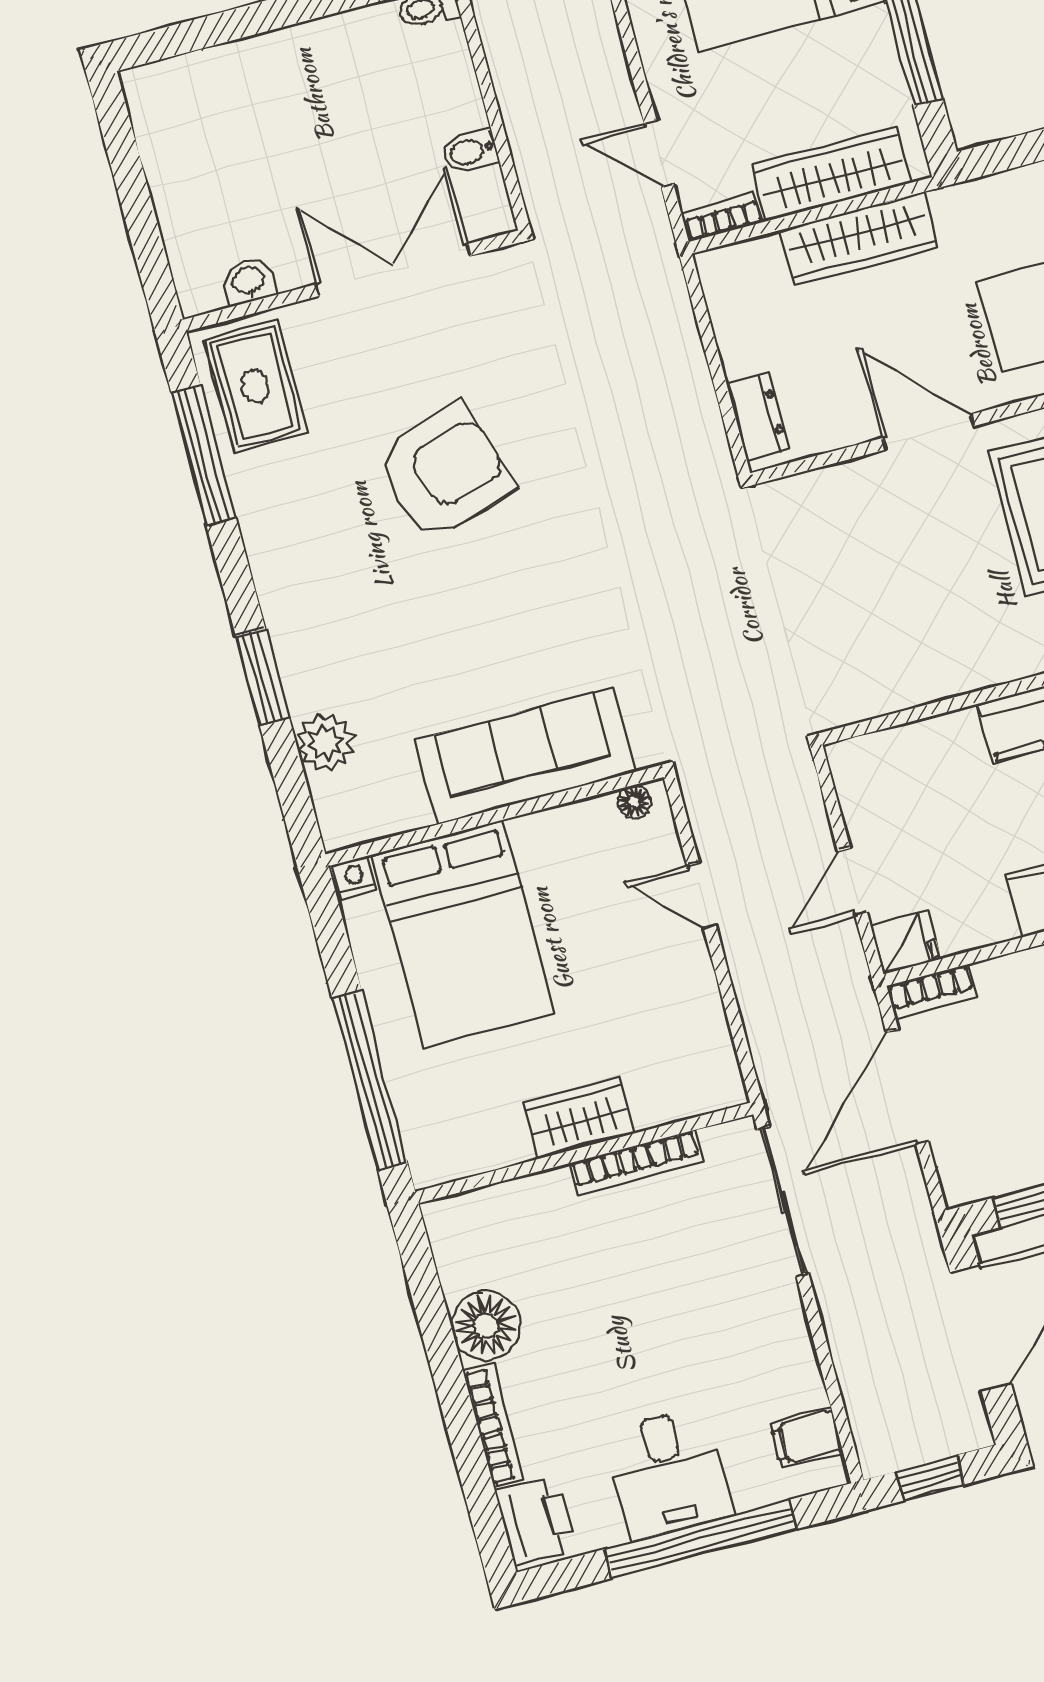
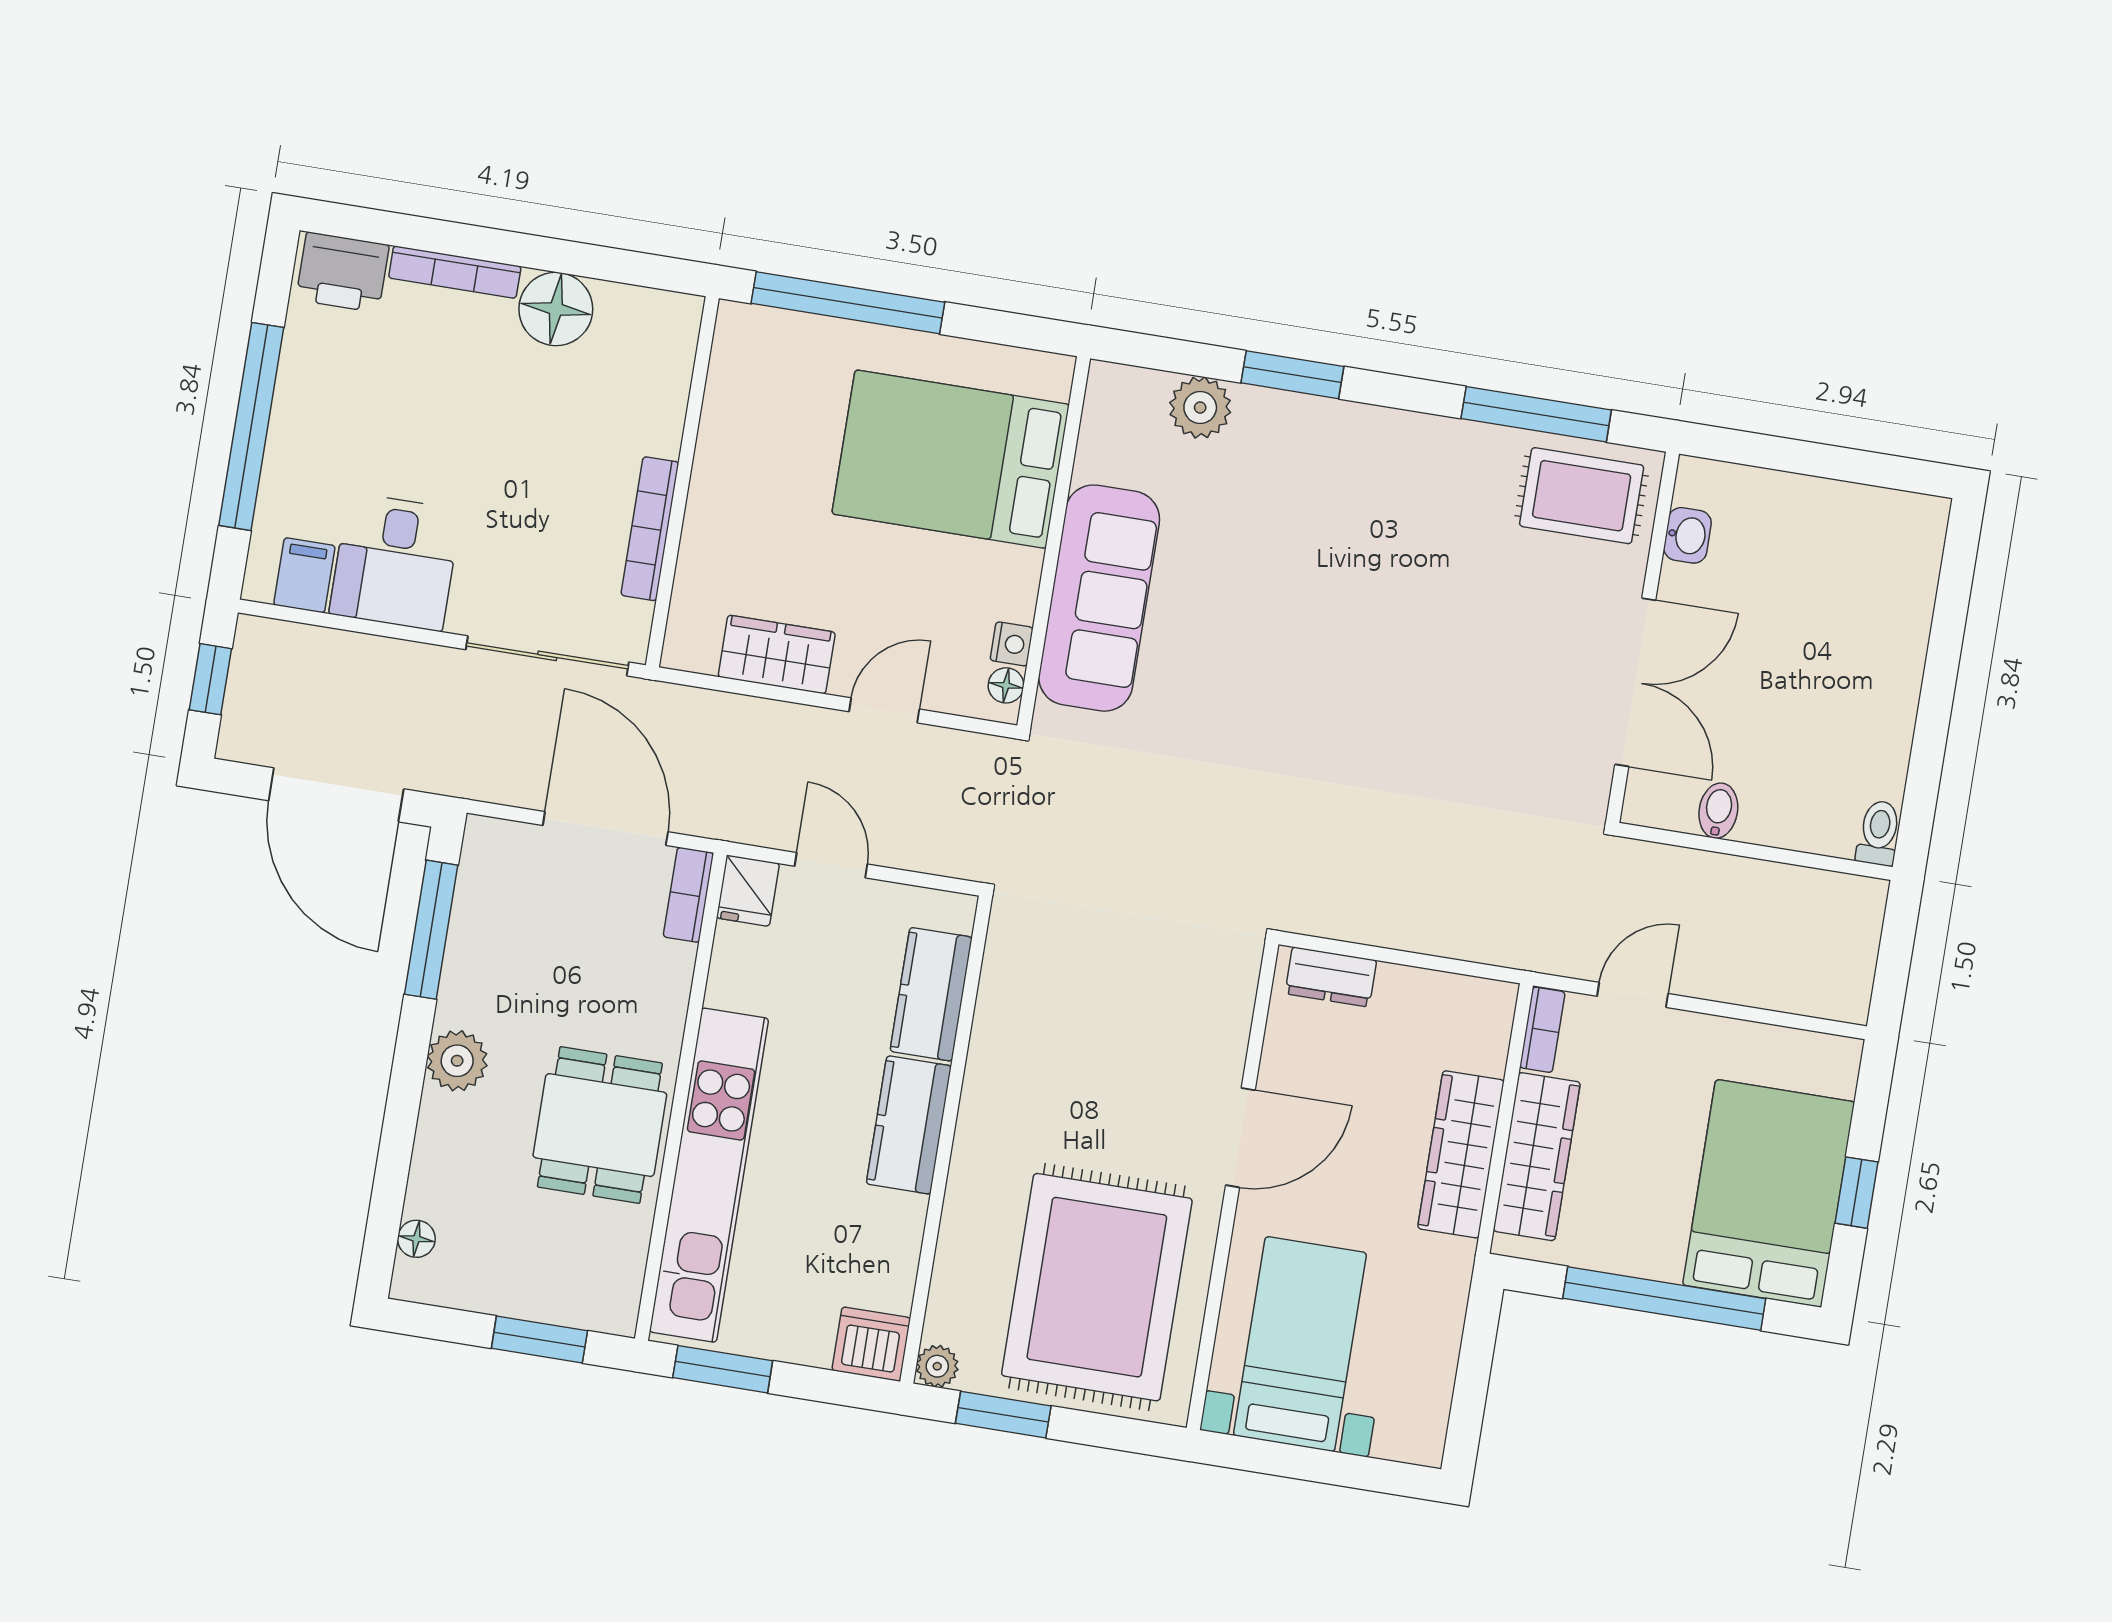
armchair: (445, 472) -> (1414, 644), removed
kitchen counter: (924, 748) -> (931, 994), added
nightstand: (355, 877) -> (1012, 644), moved
wardrobe: (579, 1118) -> (777, 655), moved, turned -90
desk: (669, 1473) -> (395, 562), moved, turned -90

